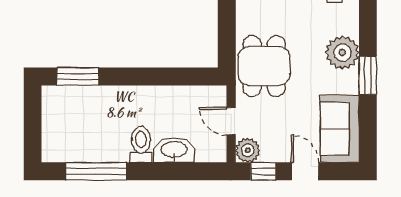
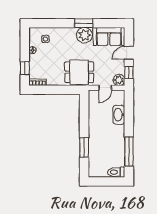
plant: (342, 53) -> (84, 35), moved
window: (78, 76) -> (84, 147), moved
toilet: (141, 144) -> (116, 172), moved

